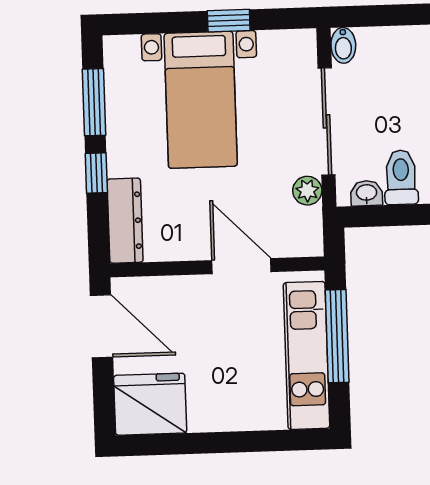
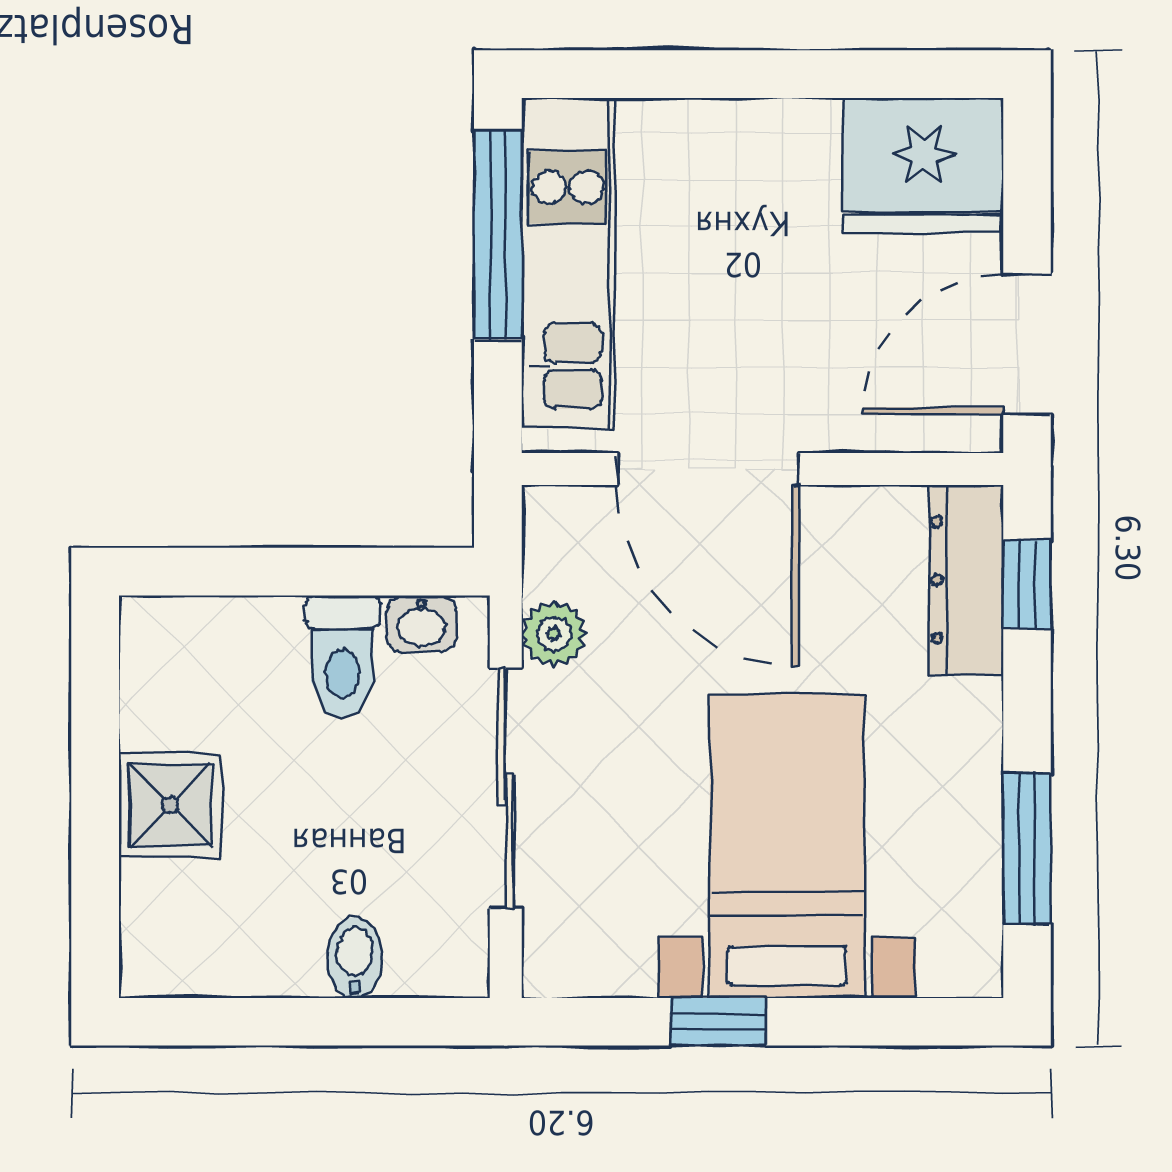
bidet: (343, 45) -> (355, 958), moved
window: (96, 173) -> (1027, 584), moved
door: (241, 266) -> (708, 469), width x1.36
door: (101, 326) -> (1027, 344), hinge flipped
window: (337, 336) -> (498, 235), moved

